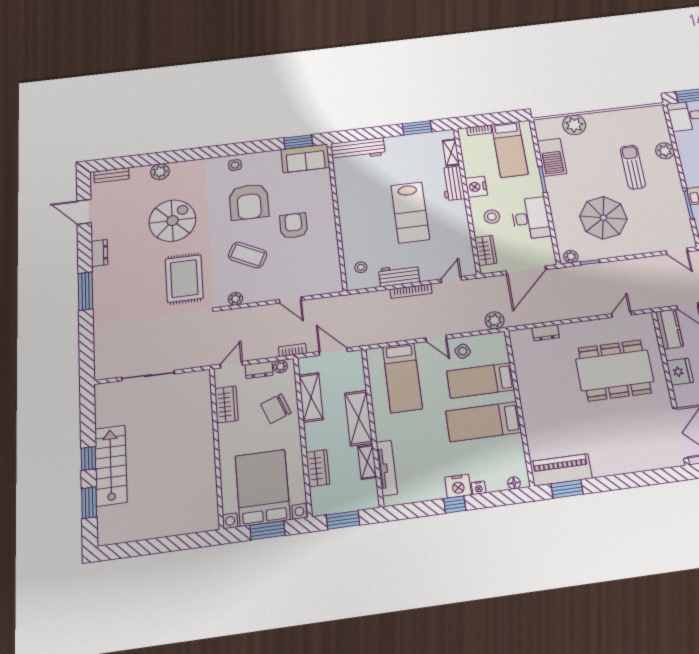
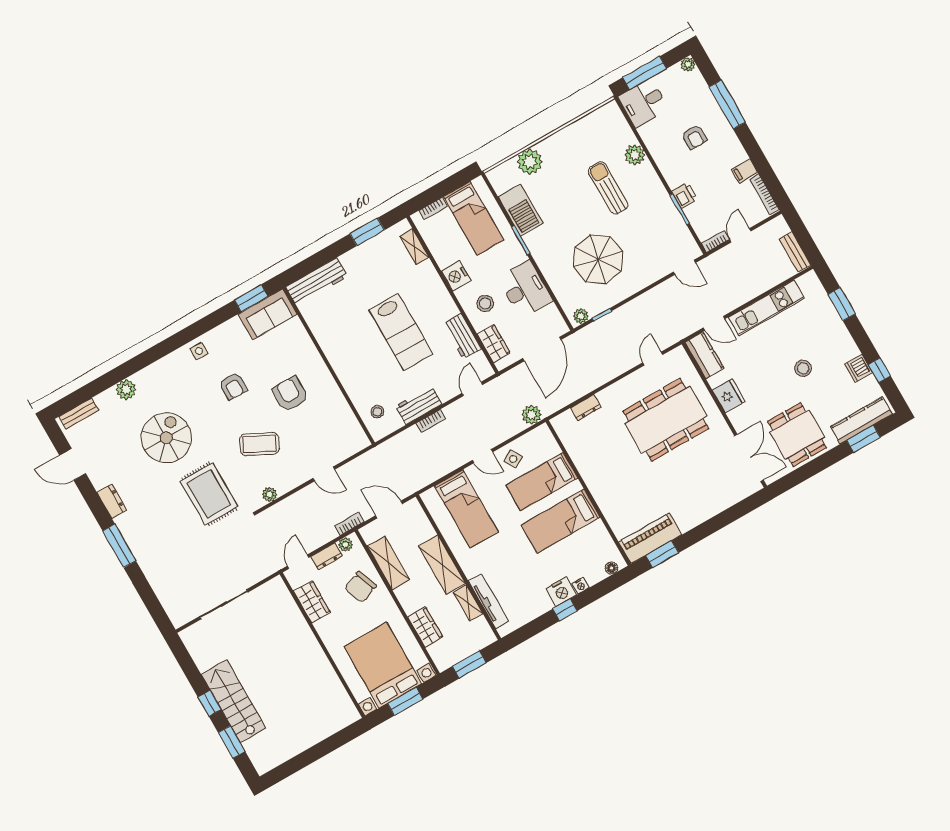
workbench: (453, 183) -> (462, 336), moved
armchair: (249, 202) -> (233, 386), width x0.53, depth x0.53
bookcase: (411, 291) -> (431, 421), width x0.64

